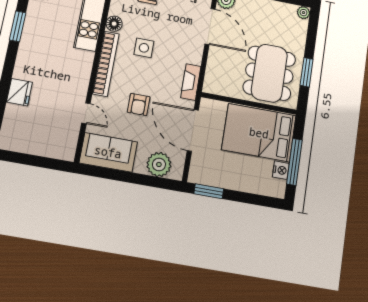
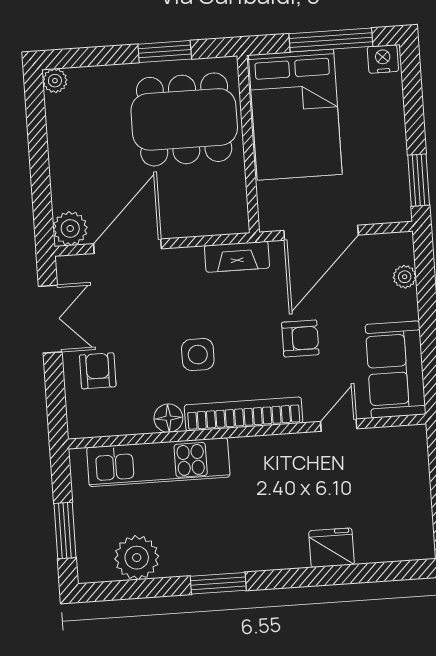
plant: (159, 164) -> (405, 277), width x0.53, depth x0.53
nightstand: (281, 170) -> (383, 59), moved

